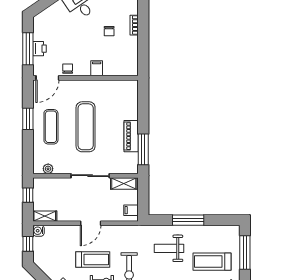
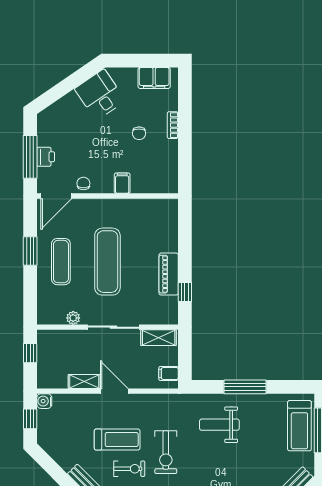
window: (143, 149) -> (185, 292), width x0.46
plant: (48, 169) -> (73, 318), moved
shelving: (45, 216) -> (84, 381), moved
door: (91, 223) -> (114, 391), swing flipped
treadmill: (212, 262) -> (299, 426), moved, turned -90

